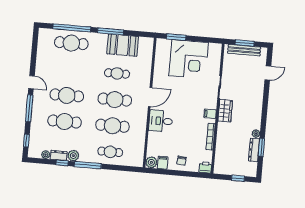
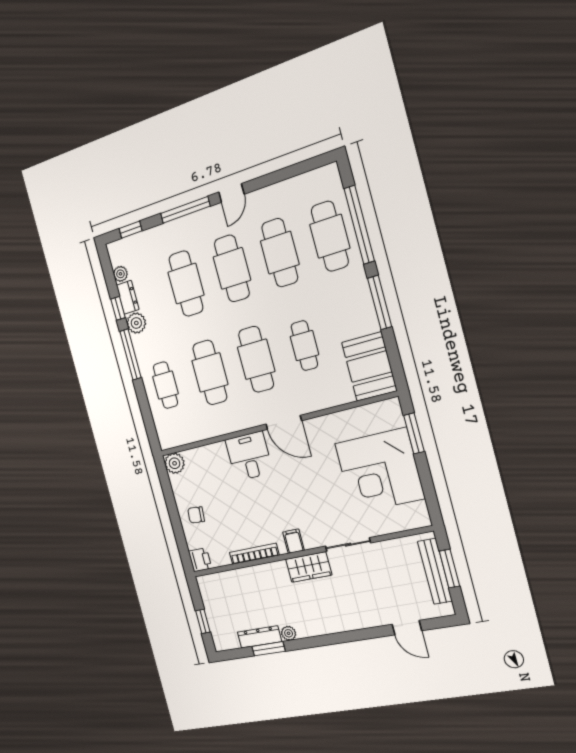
booth: (123, 45) -> (369, 367), moved
cafe table: (69, 69) -> (280, 253), added
filing cabinet: (163, 163) -> (181, 483), removed

